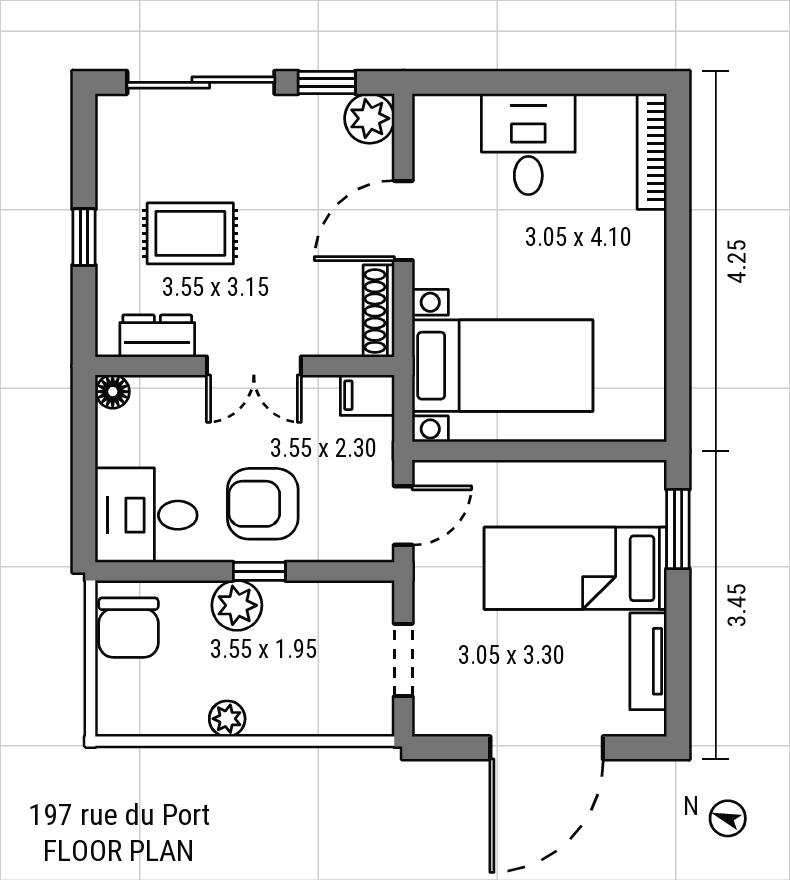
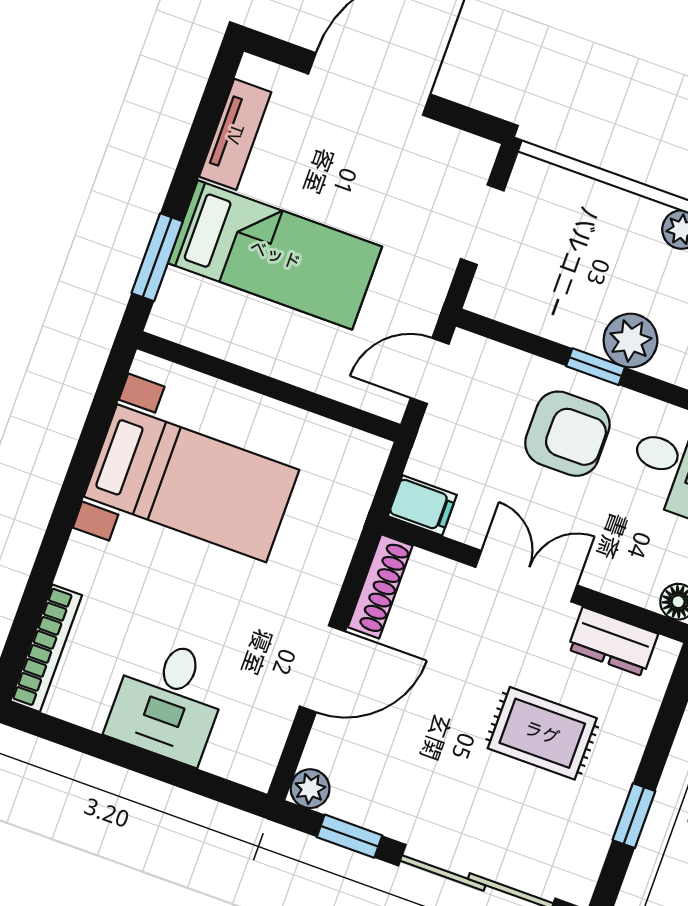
plant: (369, 118) -> (310, 789), width x0.73, depth x0.73
window: (84, 237) -> (634, 816), moved
bed with nightstands: (503, 366) -> (192, 483), moved, turned 180

